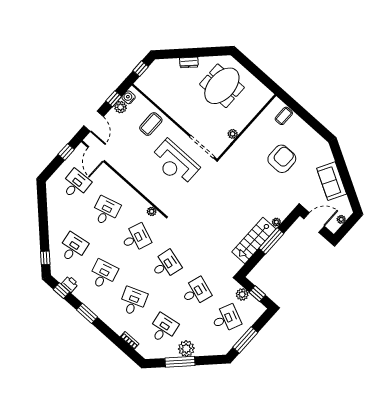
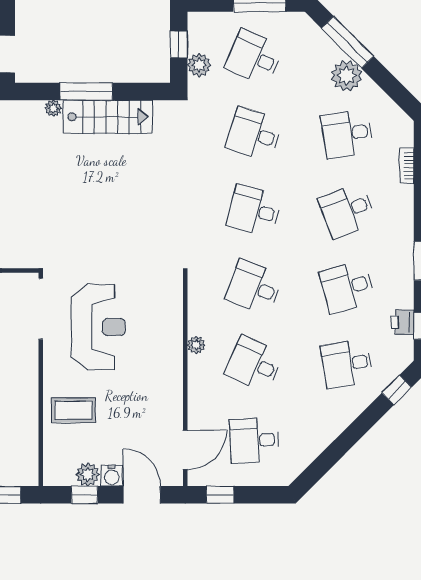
water cooler: (129, 97) -> (112, 476), moved
door: (94, 121) -> (142, 495), hinge flipped
desk: (106, 211) -> (254, 364), turned 39
plant: (152, 211) -> (196, 345), moved
window: (180, 362) -> (348, 42), moved

